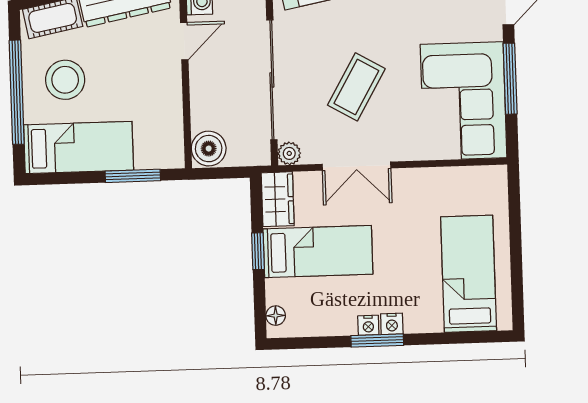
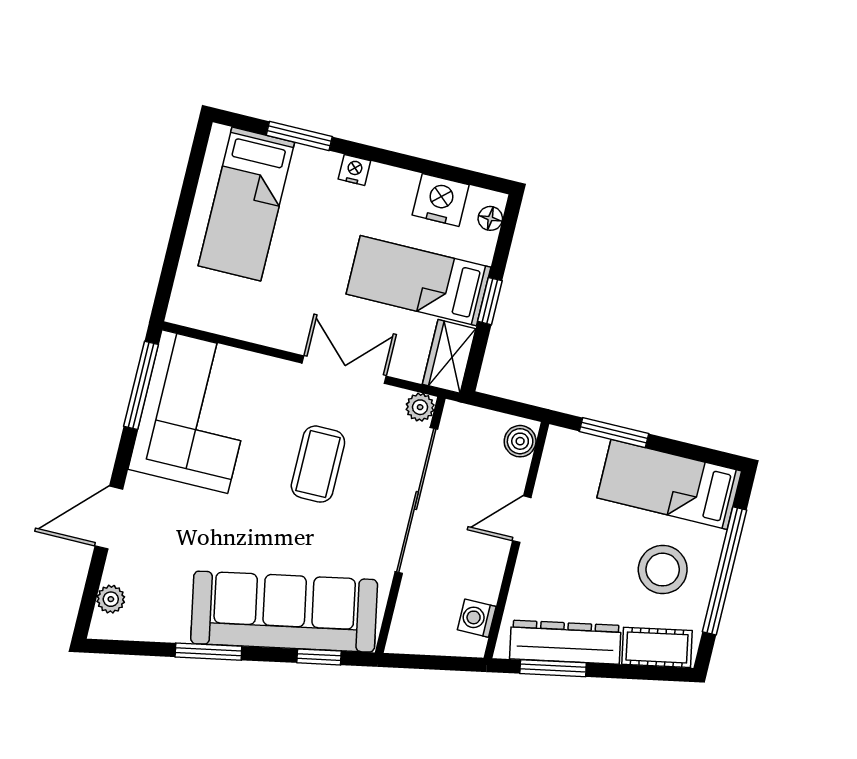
door: (184, 41) -> (522, 519), moved
window: (510, 79) -> (141, 385), moved
coffee table: (356, 87) -> (318, 464), turned -30
boiler: (209, 149) -> (520, 441), width x0.73, depth x0.73
nightstand: (368, 325) -> (441, 200), moved, width x1.89, depth x1.79
window: (377, 340) -> (299, 136), moved

